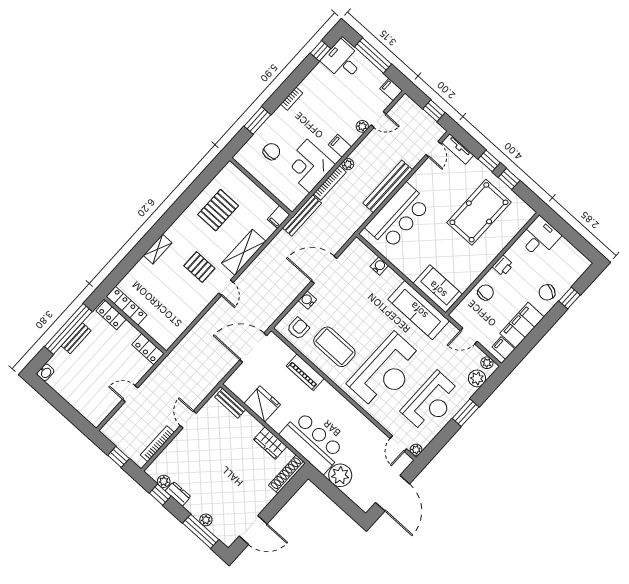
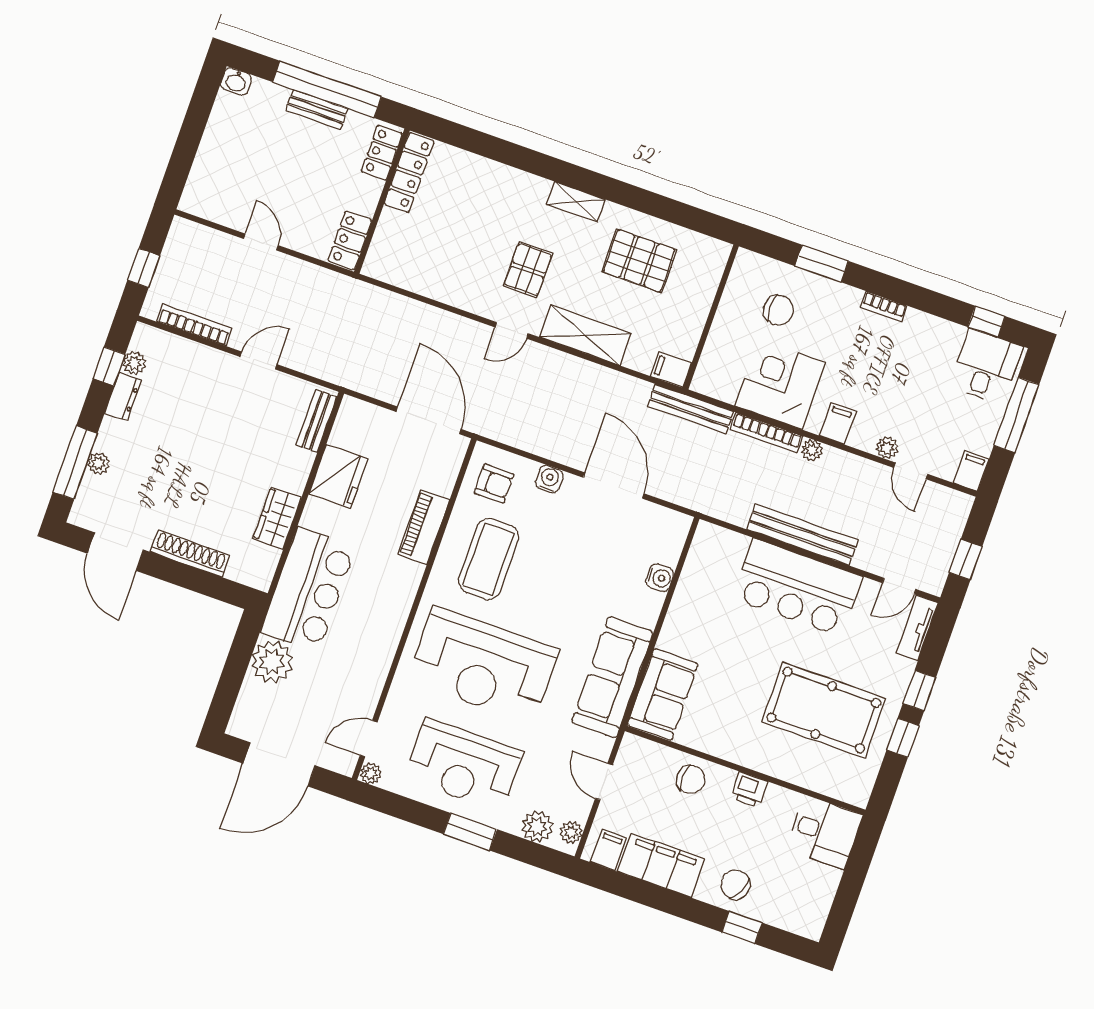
bar counter: (398, 216) -> (797, 587), moved
shelving: (158, 249) -> (576, 202), moved
shoe rack: (287, 474) -> (190, 554), moved

